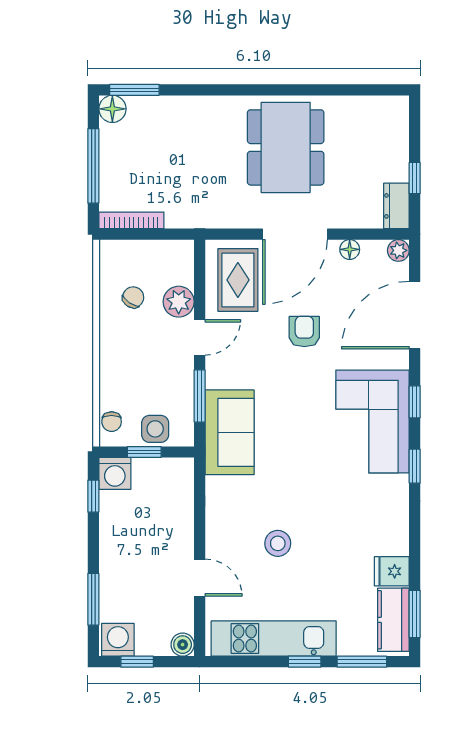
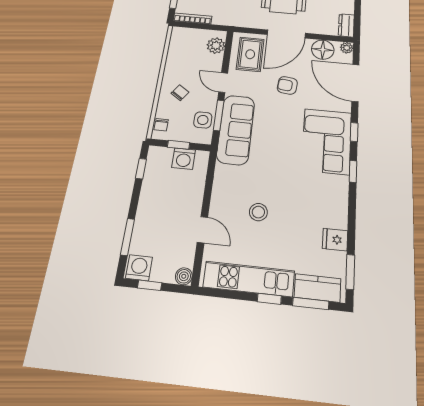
window: (415, 178) -> (357, 13), removed
floor lamp: (350, 249) -> (323, 50), width x1.89, depth x1.89
chair: (133, 297) -> (180, 93), moved
plant: (179, 302) -> (216, 46), moved
door: (415, 315) -> (355, 83), hinge flipped
armchair: (304, 331) -> (287, 85), turned -84
door: (200, 337) -> (223, 83), swing flipped
side table: (155, 429) -> (203, 120), moved
sofa: (230, 432) -> (236, 129), width x1.36
washing machine: (115, 473) -> (184, 159), moved
kitchen counter: (393, 620) -> (318, 288), moved, turned 90

